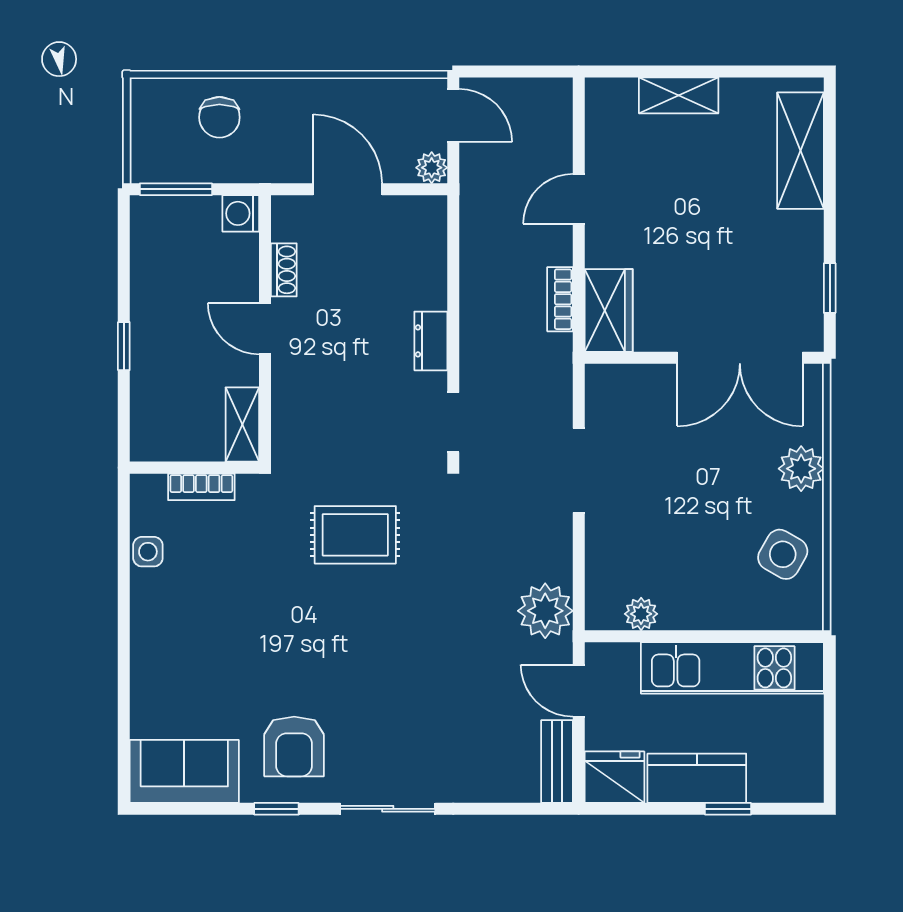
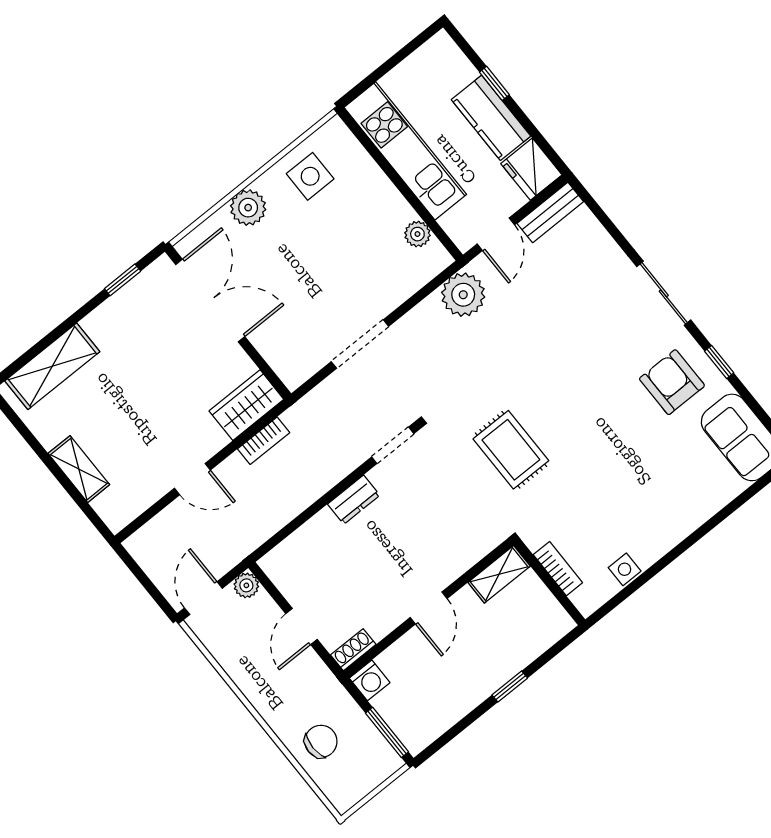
door: (348, 189) -> (302, 627), width x0.73
shoe rack: (284, 270) -> (353, 650), moved
side table: (783, 554) -> (310, 176), turned -30
armchair: (294, 746) -> (672, 382), turned -90

